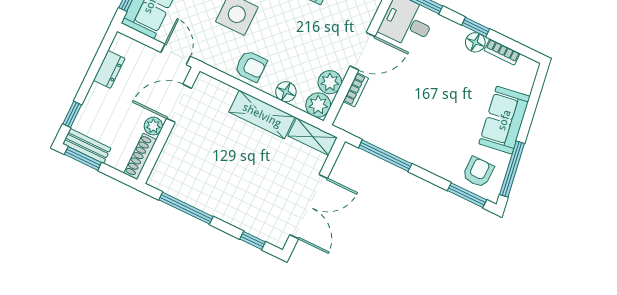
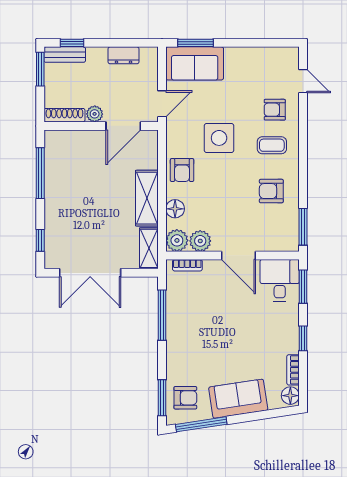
floor lamp: (475, 42) -> (290, 396), moved
bookcase: (356, 90) -> (187, 265), moved
door: (179, 103) -> (123, 126), swing flipped
bench: (87, 146) -> (65, 55), moved, turned 90

